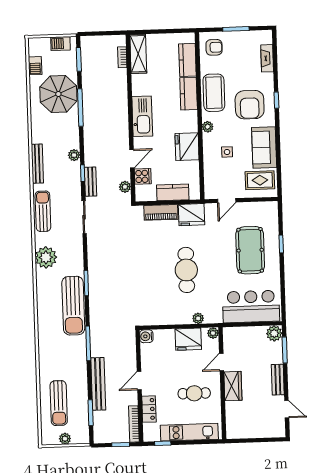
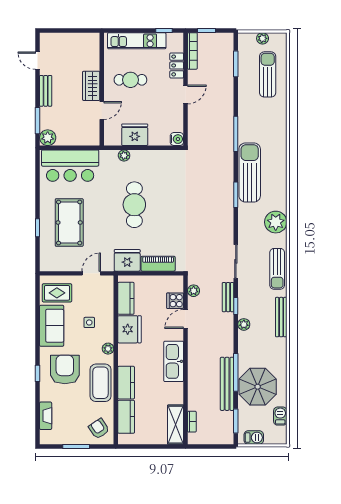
armchair: (214, 47) -> (99, 429), turned 56
kitchen counter: (173, 192) -> (126, 298), moved, turned -90
plant: (213, 333) -> (109, 140), removed
bench: (98, 384) -> (227, 384), moved

